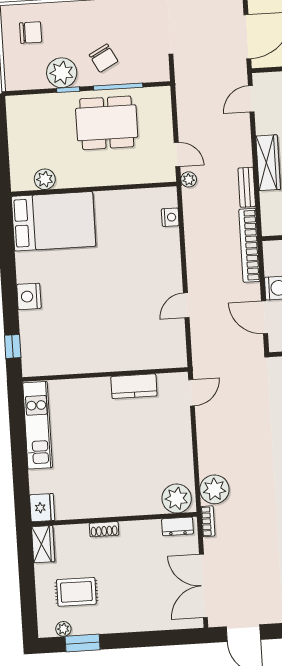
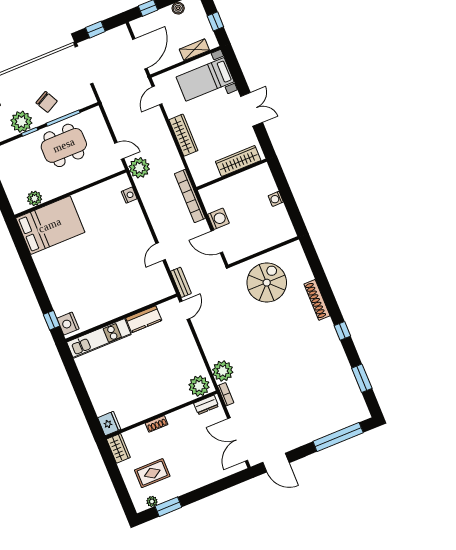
plant: (189, 179) -> (139, 168), width x1.87, depth x1.87
bench: (247, 187) -> (181, 282), moved
nightstand: (29, 296) -> (68, 324), moved
kitchen unit: (38, 425) -> (99, 338), moved, turned 90

